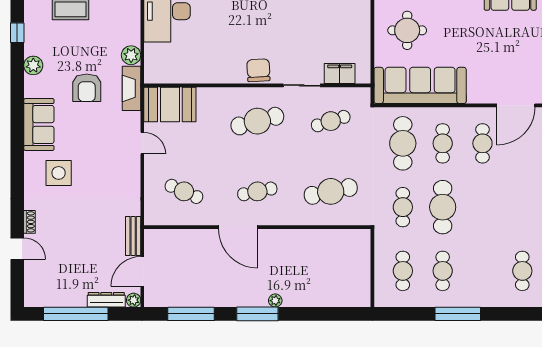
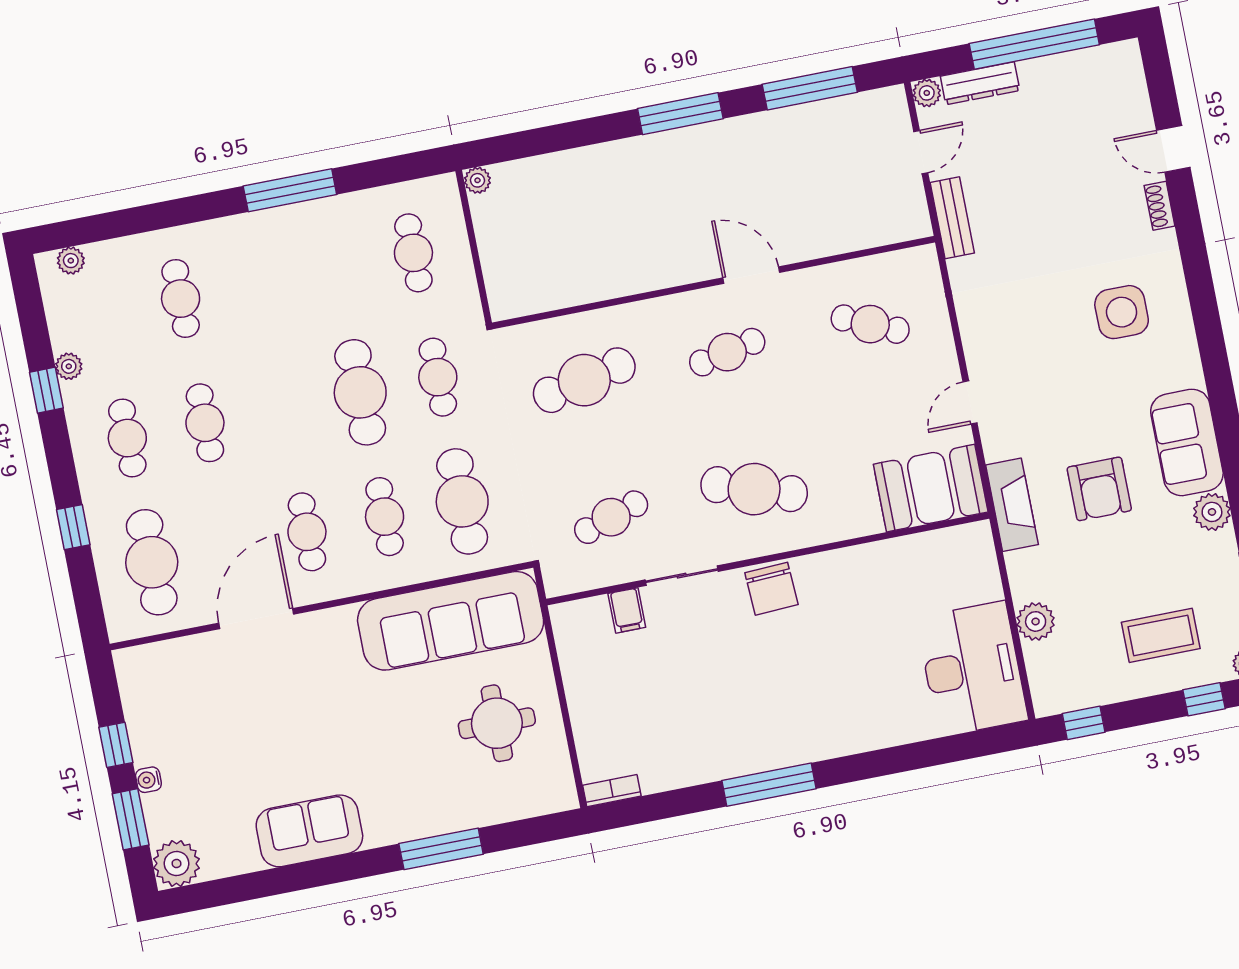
plant: (131, 55) -> (1036, 621), moved
filing cabinet: (340, 73) -> (627, 610), width x0.50
armchair: (87, 88) -> (1099, 489), turned 180
cafe table: (257, 121) -> (754, 489), turned 33
sofa: (39, 124) -> (1187, 442), moved
door: (142, 143) -> (970, 402), hinge flipped
door: (238, 227) -> (751, 275), width x0.73
cafe table: (443, 271) -> (205, 423), moved
door: (142, 272) -> (921, 152), width x0.73
plant: (275, 301) -> (477, 180), moved

